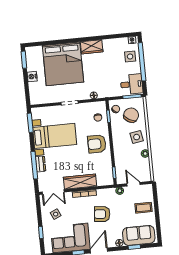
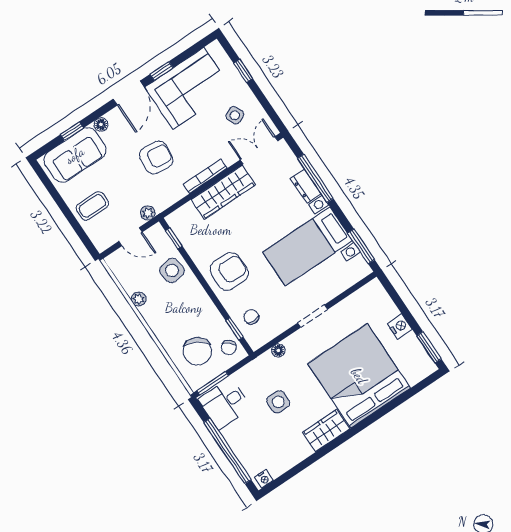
side table: (130, 56) -> (278, 402), moved
side table: (137, 137) -> (172, 270), moved

